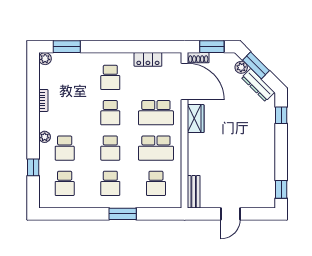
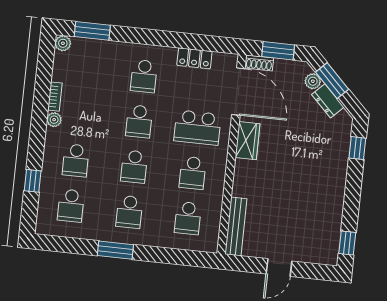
dresser: (258, 85) -> (328, 101), width x0.70
plant: (45, 137) -> (54, 120), moved
school desk: (156, 148) -> (193, 173), width x0.54
bench: (194, 192) -> (236, 226), width x1.36
window: (123, 214) -> (115, 250), moved

